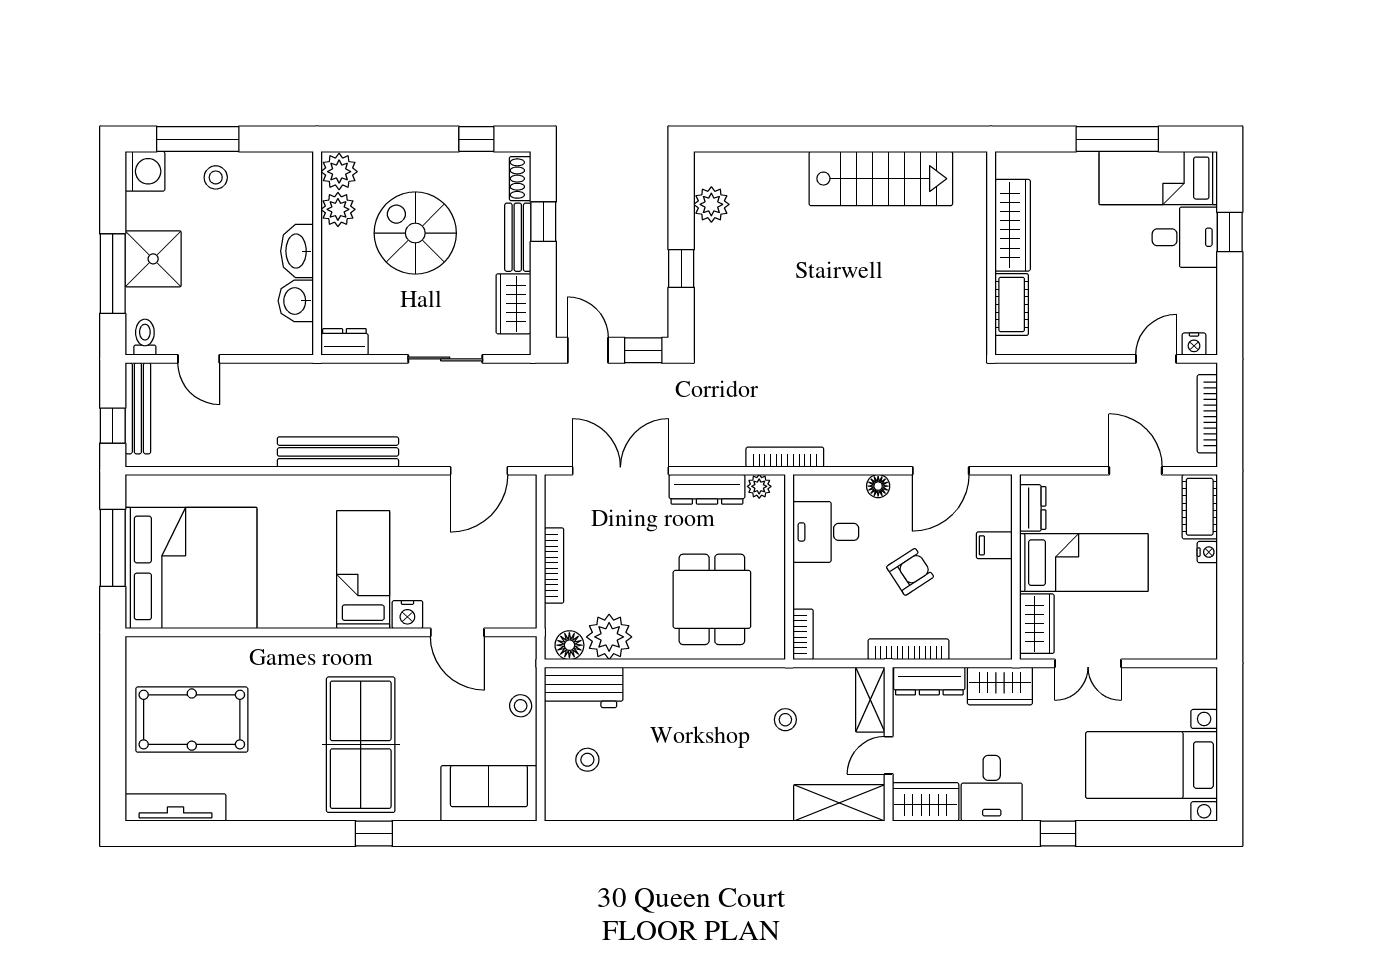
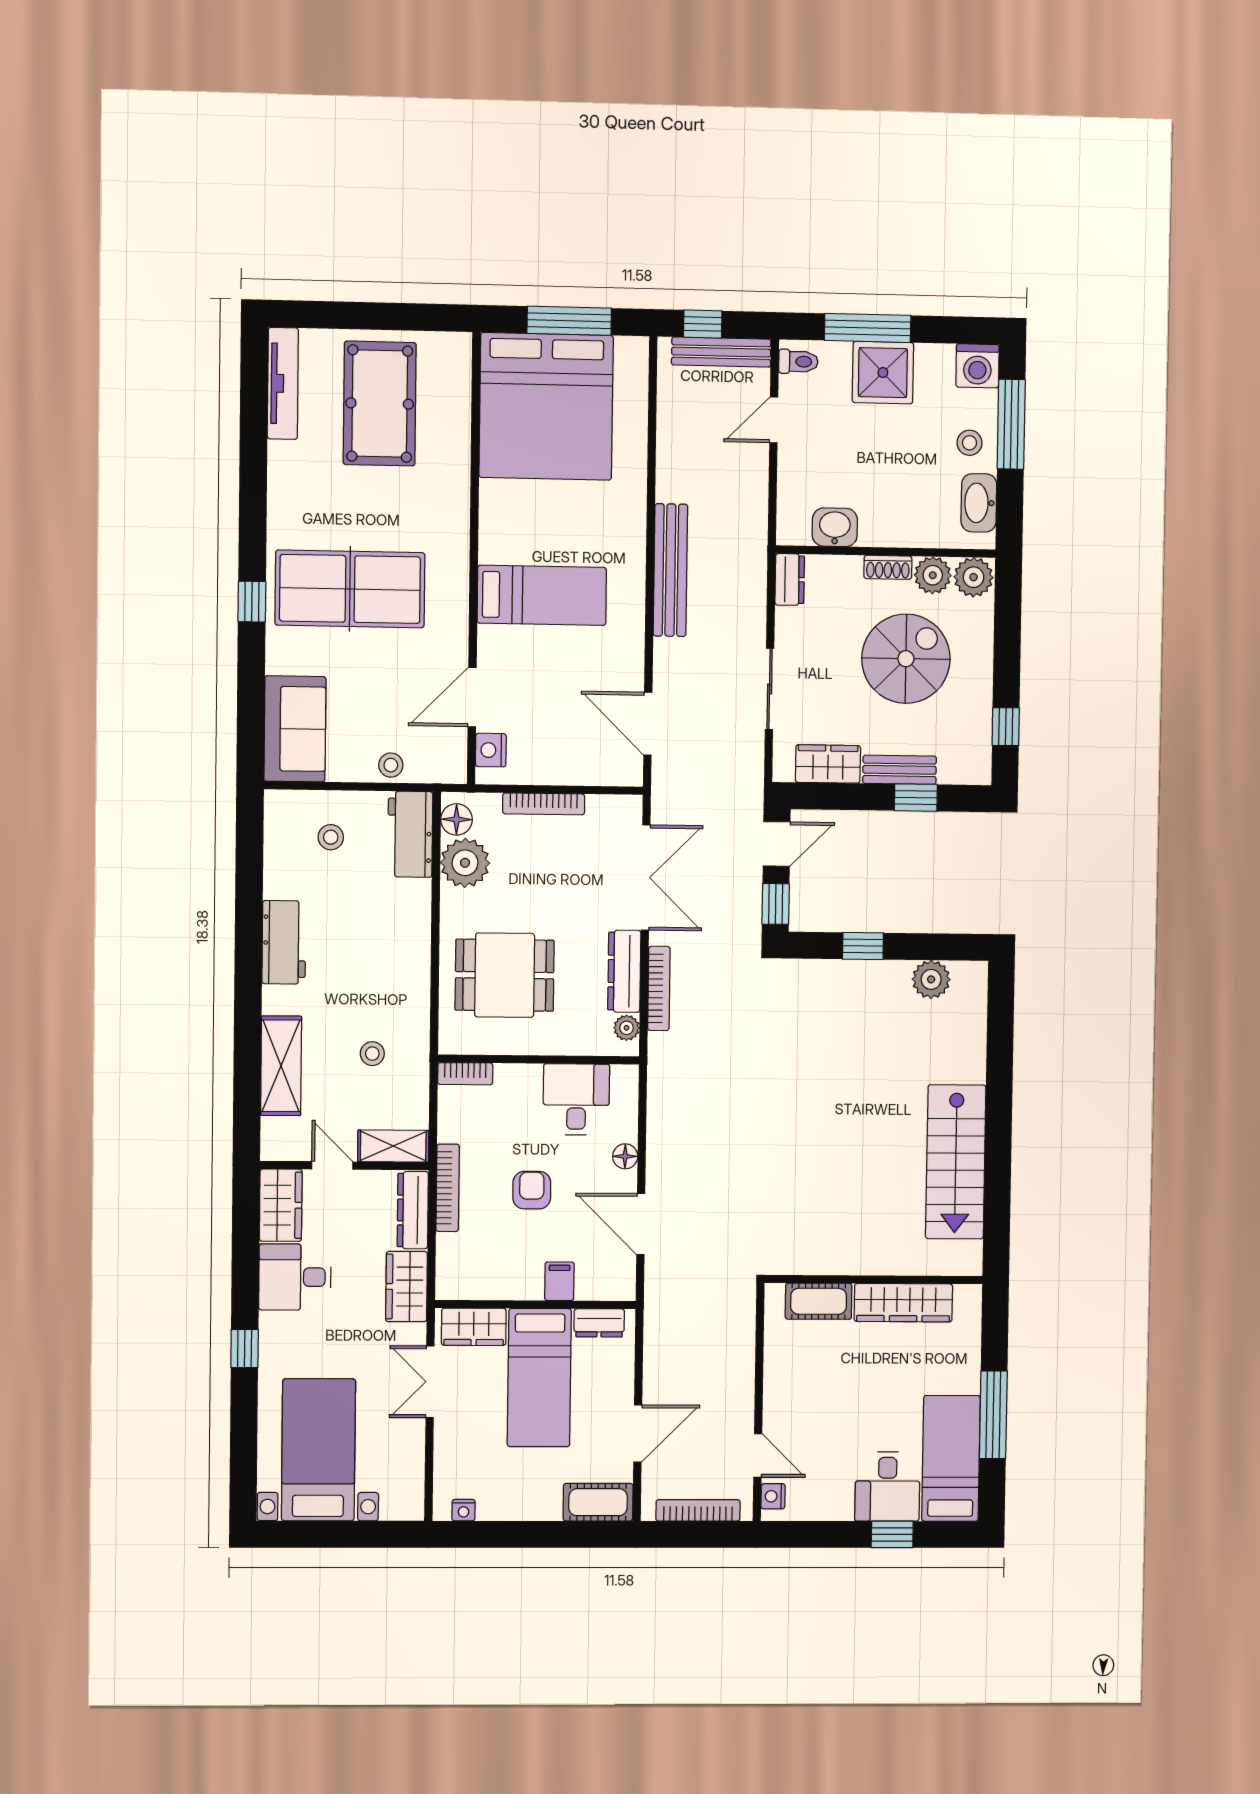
shoe rack: (520, 179) -> (888, 567), moved, turned 180
washbasin: (297, 251) -> (979, 503), moved, turned -90
bookcase: (785, 457) -> (659, 988), moved
nightstand: (1207, 552) -> (464, 1510), moved
armchair: (910, 572) -> (532, 1190), turned -147
nightstand: (407, 615) -> (491, 750), moved
workbench: (684, 801) -> (284, 942), added
shelving: (839, 803) -> (281, 1066), moved

